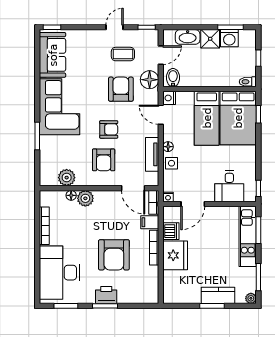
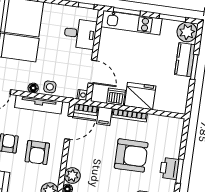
tv unit: (152, 154) -> (39, 104), width x1.41
armchair: (104, 160) -> (37, 153), turned 90
plant: (251, 298) -> (187, 32), width x1.87, depth x1.87

